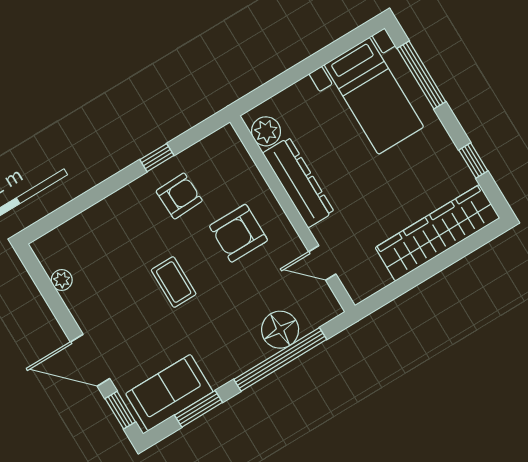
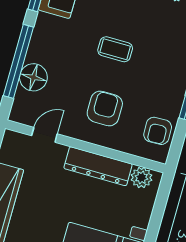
armchair: (179, 196) -> (158, 131), moved

